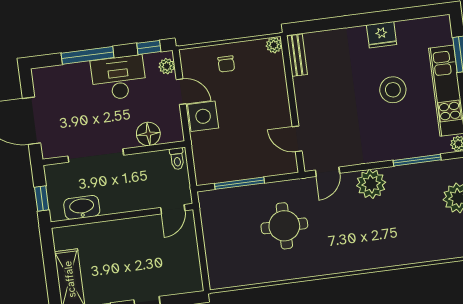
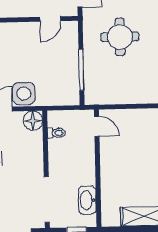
floor lamp: (148, 134) -> (33, 121), moved
doorway: (96, 156) -> (47, 200), moved
toilet: (177, 159) -> (56, 133), moved

